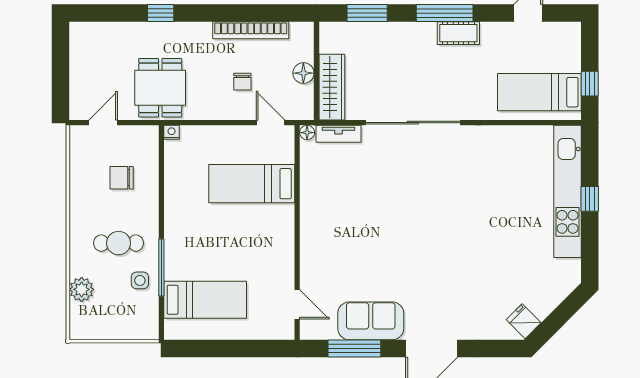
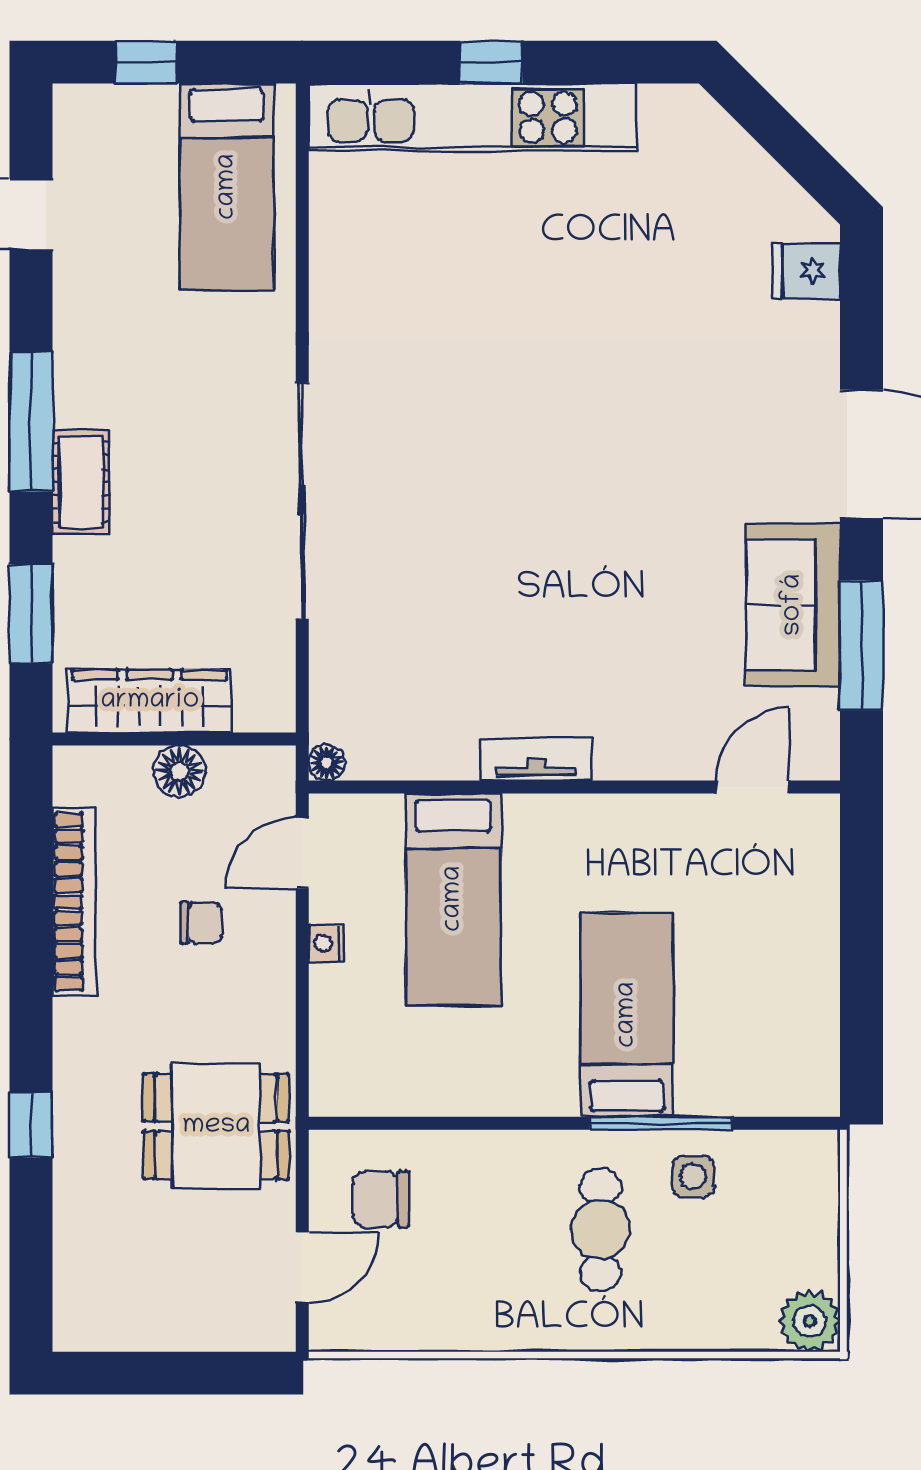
cot: (458, 33) -> (81, 482), moved
window: (590, 84) -> (146, 62), moved
wardrobe: (332, 87) -> (150, 701), moved
door: (103, 123) -> (302, 1267), swing flipped
nightstand: (172, 132) -> (326, 943), moved
tv unit: (338, 134) -> (536, 759), moved, turned -90
chair: (122, 178) -> (381, 1199), moved, turned 90
plant: (82, 289) -> (810, 1321), moved
bed: (205, 300) -> (627, 1015), moved
fridge: (524, 321) -> (807, 271), moved, turned 45

